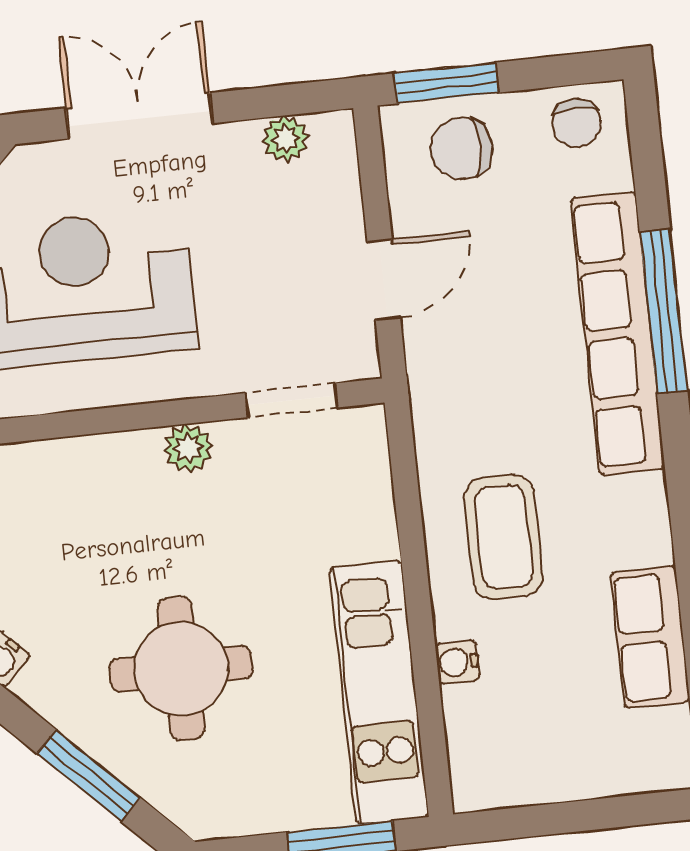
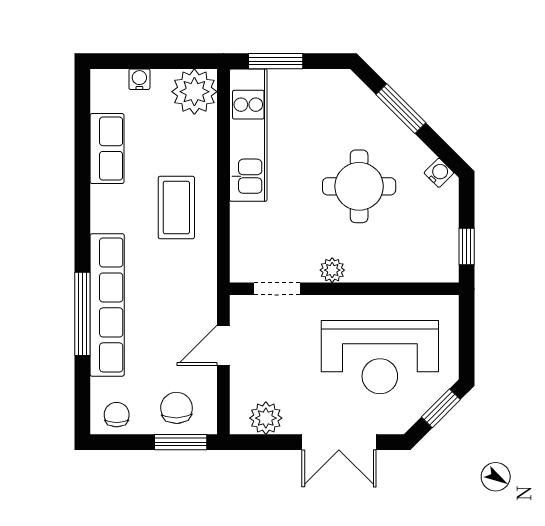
plant: (285, 139) -> (266, 418), width x1.38, depth x1.38
chair: (462, 148) -> (177, 408), turned -92
water cooler: (457, 662) -> (139, 79), moved, turned -90
round table: (181, 669) -> (359, 186), moved
plant: (492, 766) -> (194, 92), added

